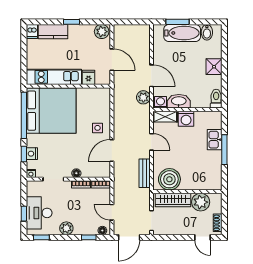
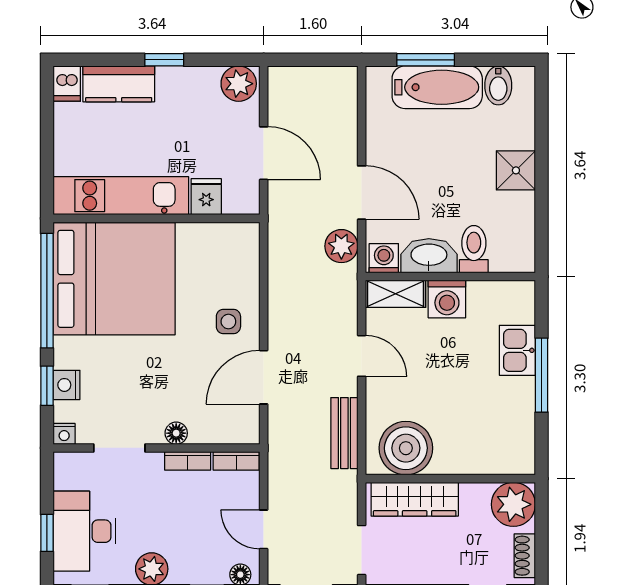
toilet: (216, 99) -> (474, 249), moved
plant: (201, 202) -> (513, 504), moved

